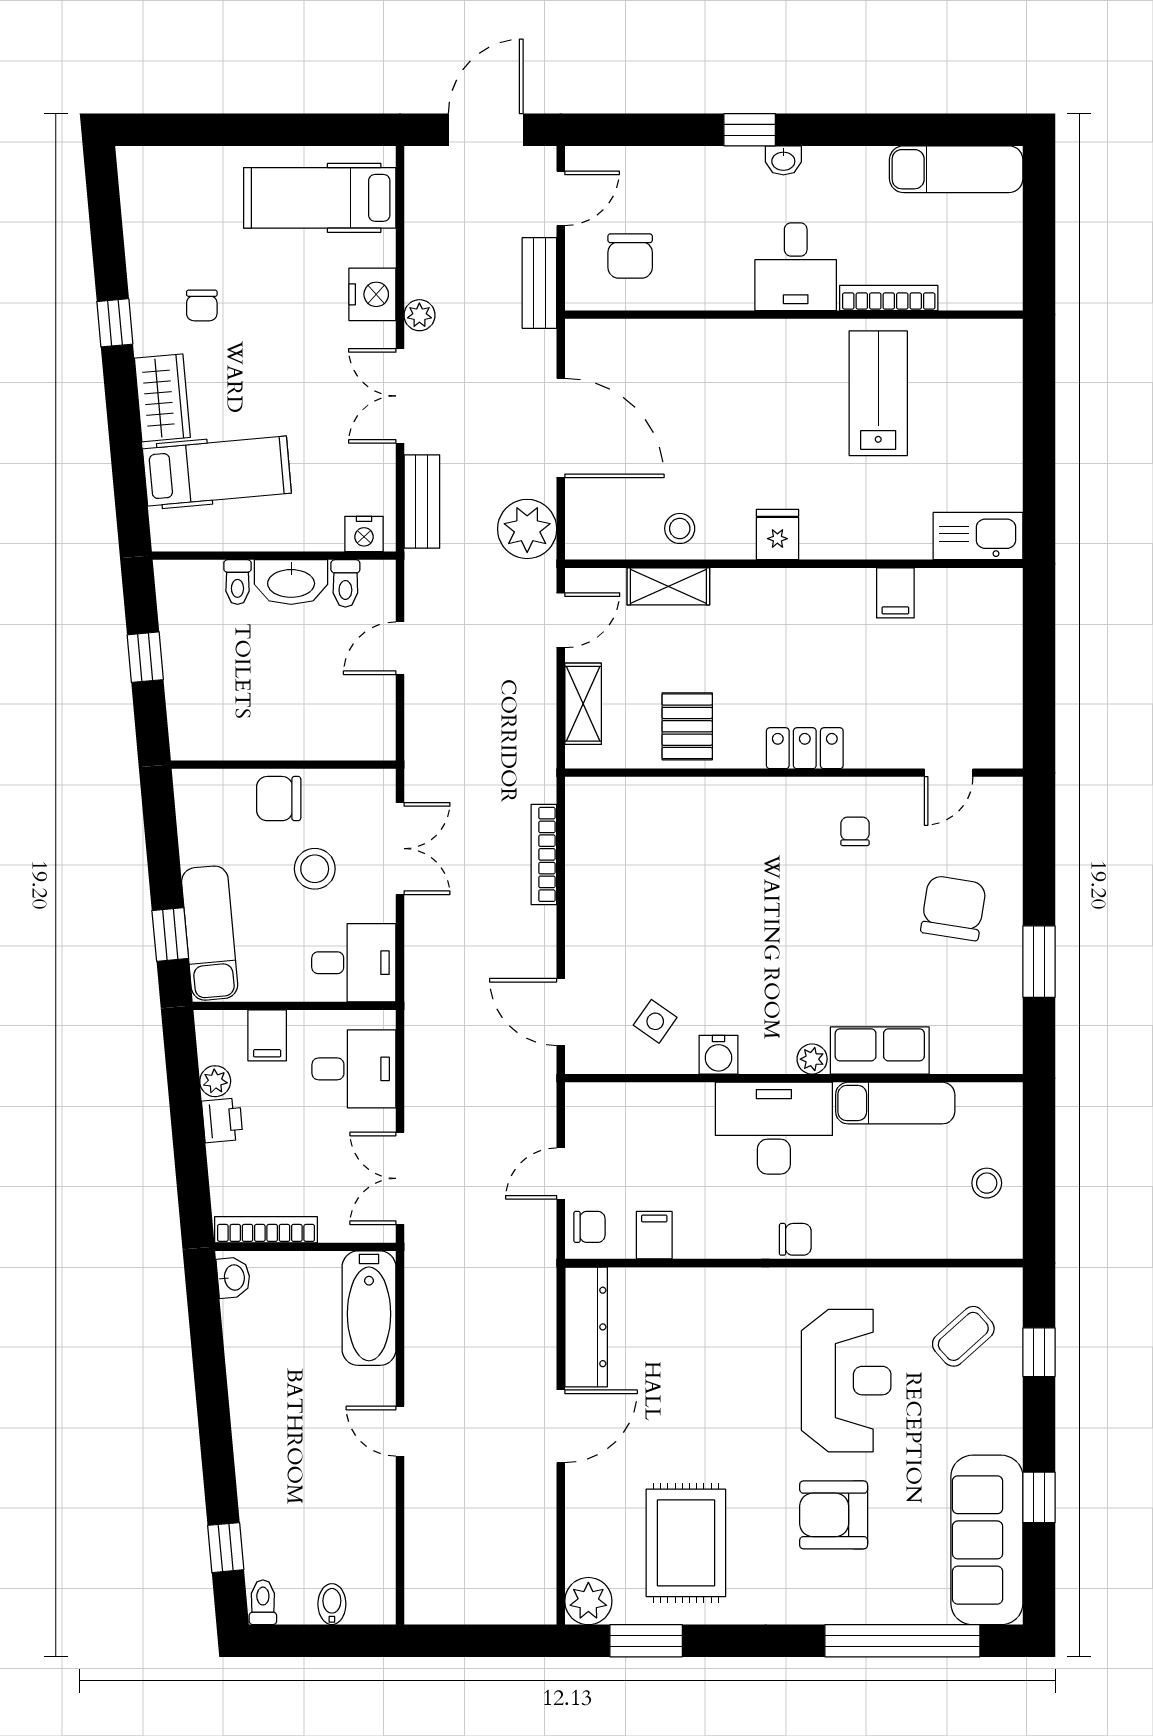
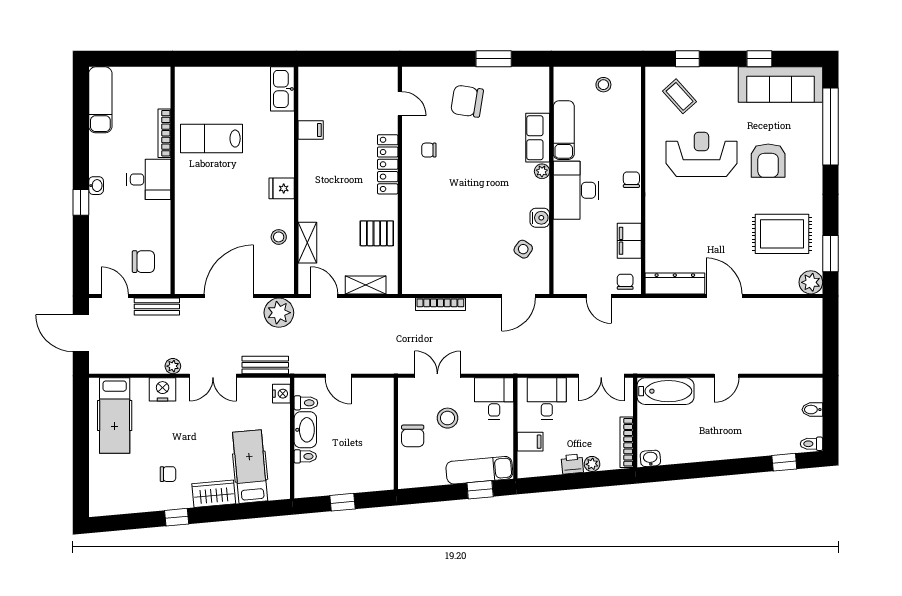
locker: (805, 748) -> (388, 164), width x1.53
plant: (215, 1081) -> (592, 464), moved
filing cabinet: (654, 1235) -> (629, 241), width x2.00

